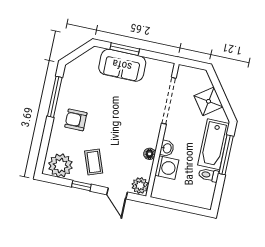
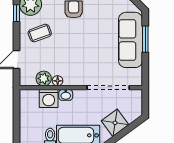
sofa: (122, 65) -> (130, 40), width x1.36
window: (81, 186) -> (17, 13), moved
plant: (140, 186) -> (44, 78), moved

